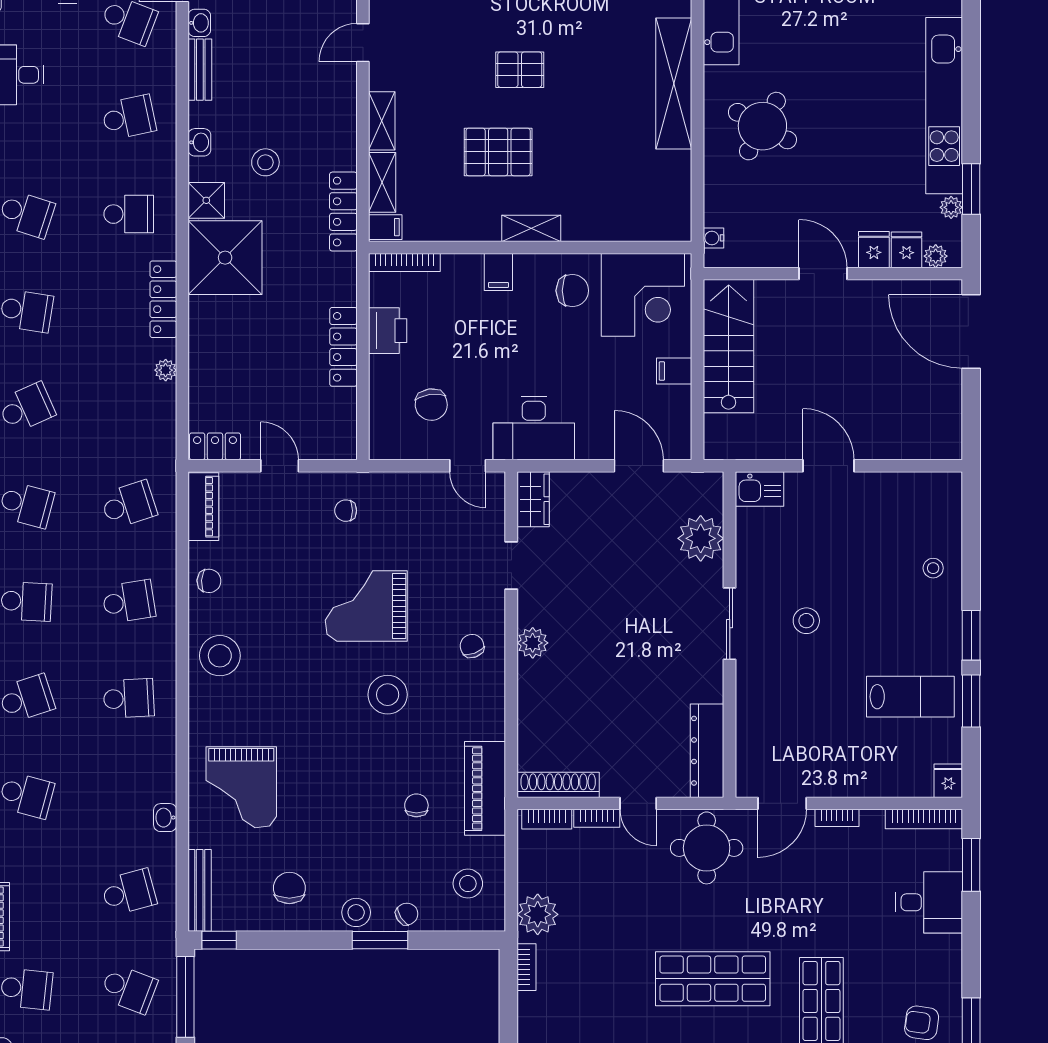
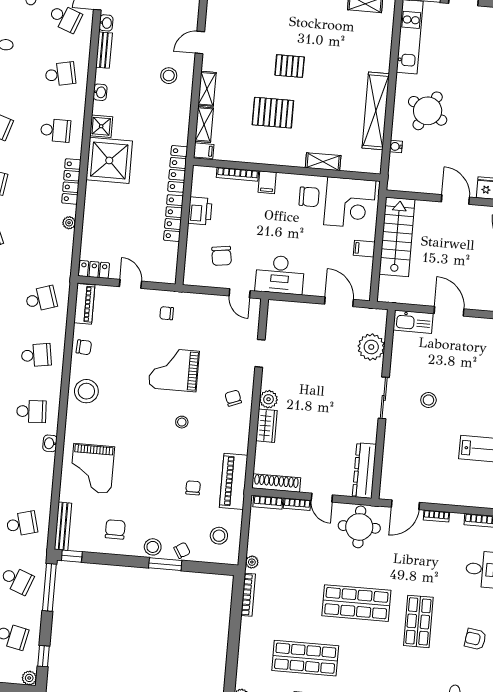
shelving: (674, 84) -> (376, 111), moved
stool: (265, 162) -> (169, 76), moved
locker: (343, 212) -> (178, 169), moved
shelving: (531, 228) -> (323, 162), moved
water cooler: (713, 238) -> (396, 147), moved
bookcase: (404, 262) -> (237, 174), moved
kitchen sink: (759, 489) -> (413, 322), width x1.38
wardrobe: (533, 499) -> (267, 426), moved
stool: (388, 695) -> (182, 422), width x0.53, depth x0.53
washbasin: (165, 818) -> (50, 443), moved
plant: (538, 914) -> (252, 562), width x0.53, depth x0.53
bookcase: (526, 967) -> (248, 595), width x1.56

